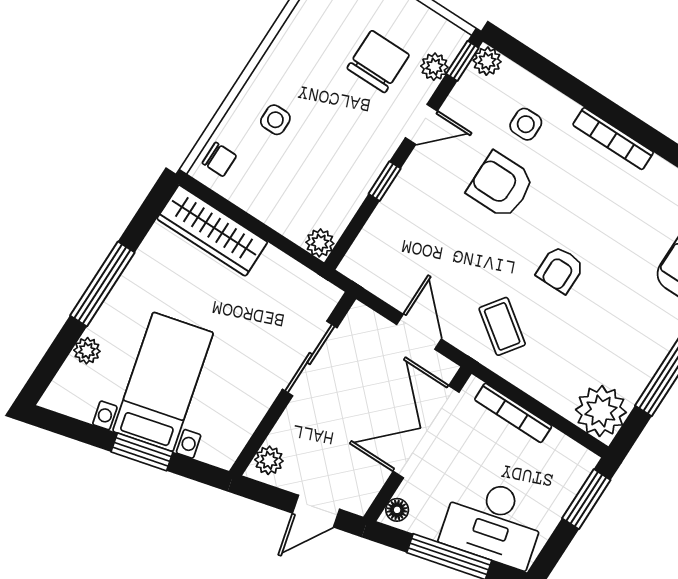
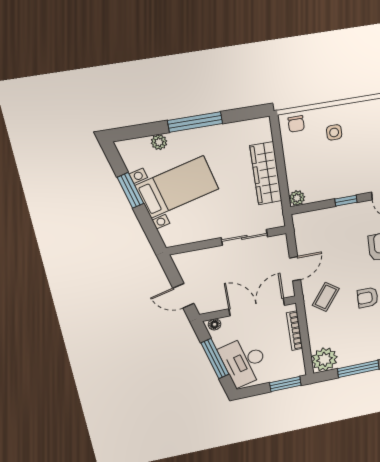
wardrobe: (212, 230) -> (266, 174), moved
window: (142, 452) -> (130, 190), moved
plant: (269, 460) -> (186, 259), removed

